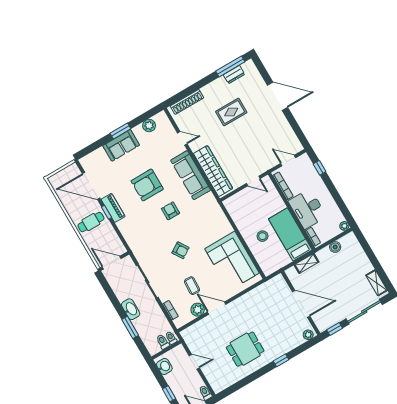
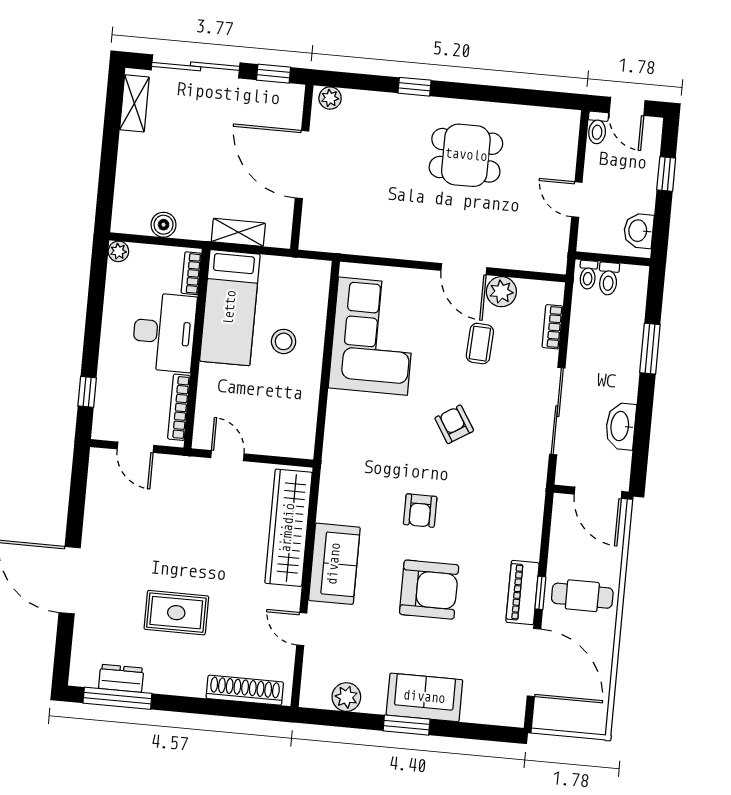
sofa: (191, 175) -> (334, 564), width x0.73
washbasin: (131, 309) -> (621, 426), moved

